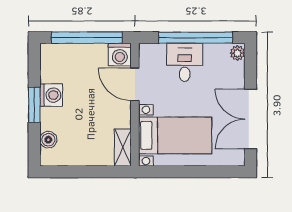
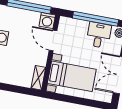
desk: (185, 62) -> (99, 35), moved

